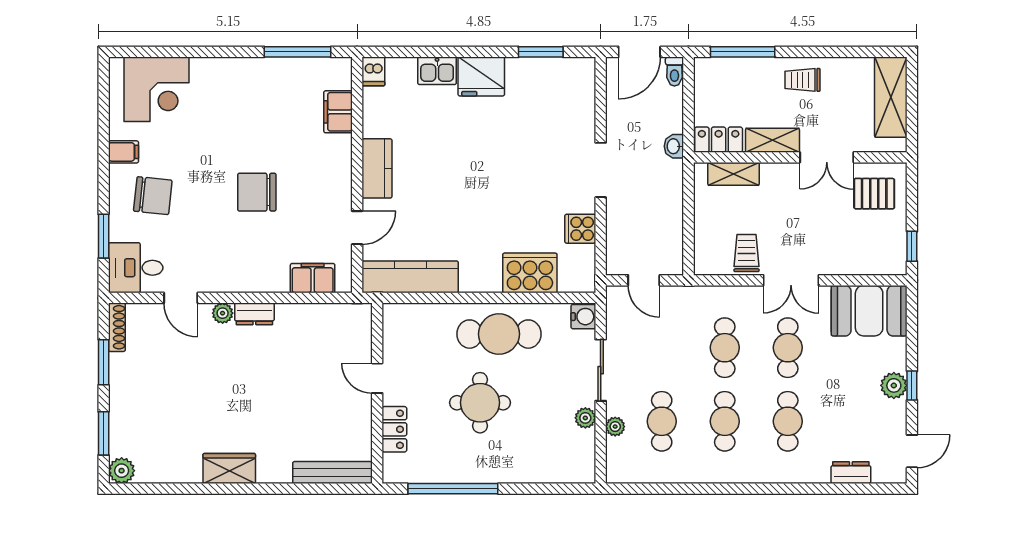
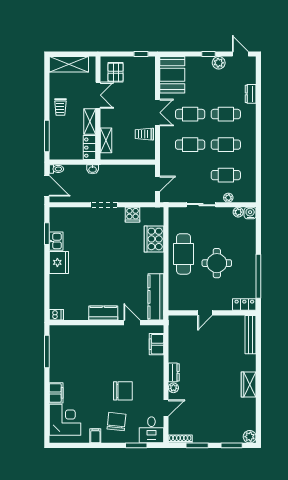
kitchen sink: (437, 71) -> (56, 241), moved
filing cabinet: (338, 112) -> (56, 393), moved, turned -90
chair: (257, 192) -> (123, 391), moved, turned -90
water cooler: (583, 317) -> (250, 213), moved
plant: (894, 385) -> (219, 63), moved
plant: (585, 418) -> (238, 212), moved
locker: (394, 429) -> (244, 305), moved
dresser: (851, 473) -> (251, 94), moved

